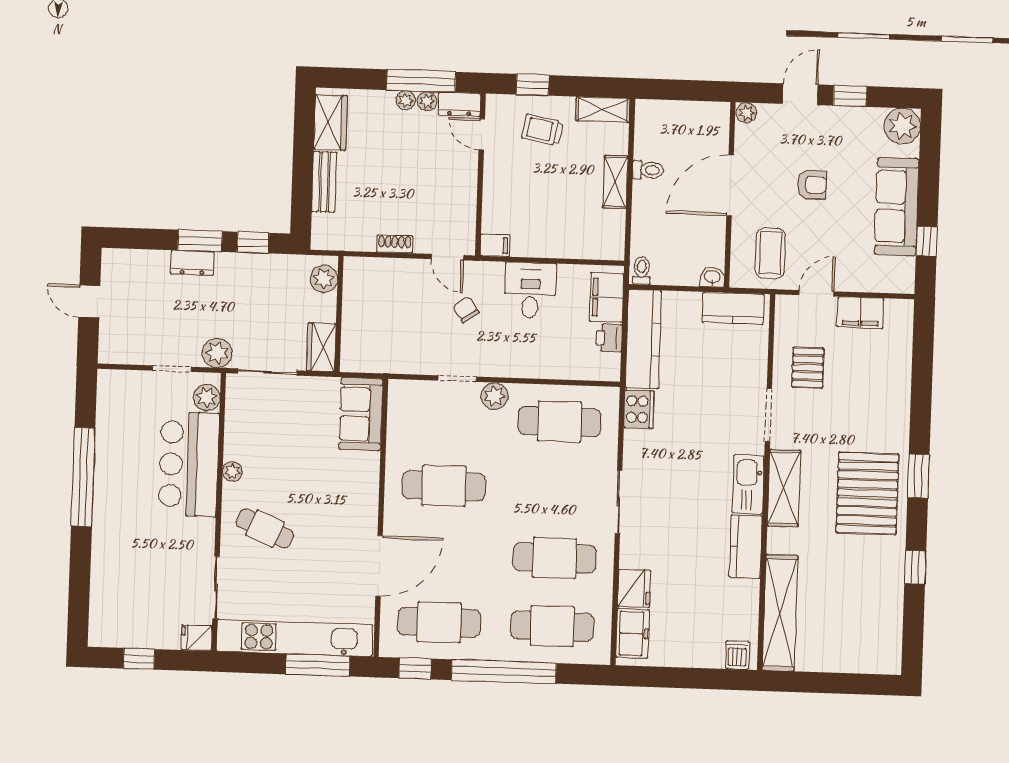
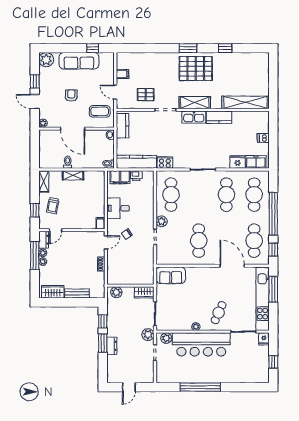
filing cabinet: (860, 313) -> (122, 74), width x0.50
bar counter: (189, 464) -> (201, 344), width x1.36
dishwasher: (737, 655) -> (263, 138), moved

